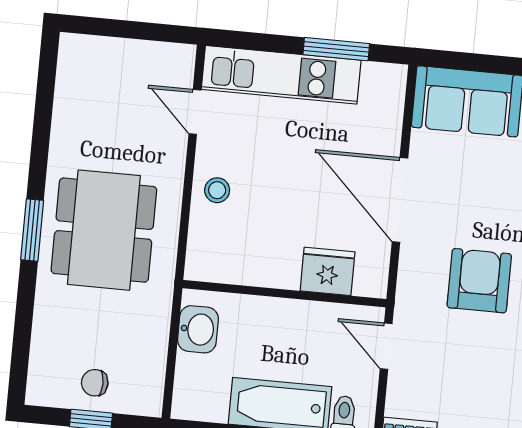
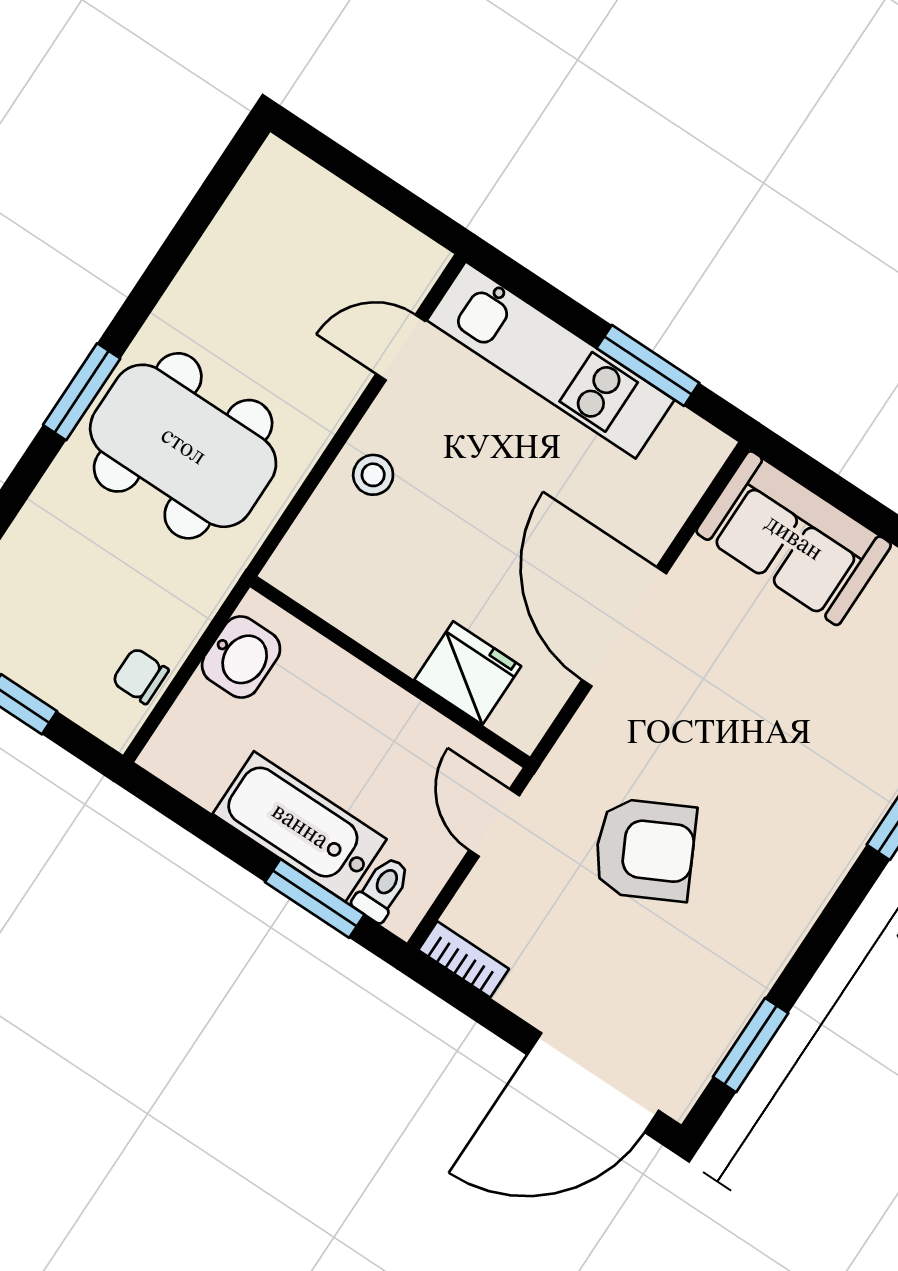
door: (195, 112) -> (401, 347), hinge flipped
dining table: (104, 230) -> (183, 446), turned 90
armchair: (479, 281) -> (645, 850), moved, turned 63
chair: (95, 383) -> (140, 676), moved

